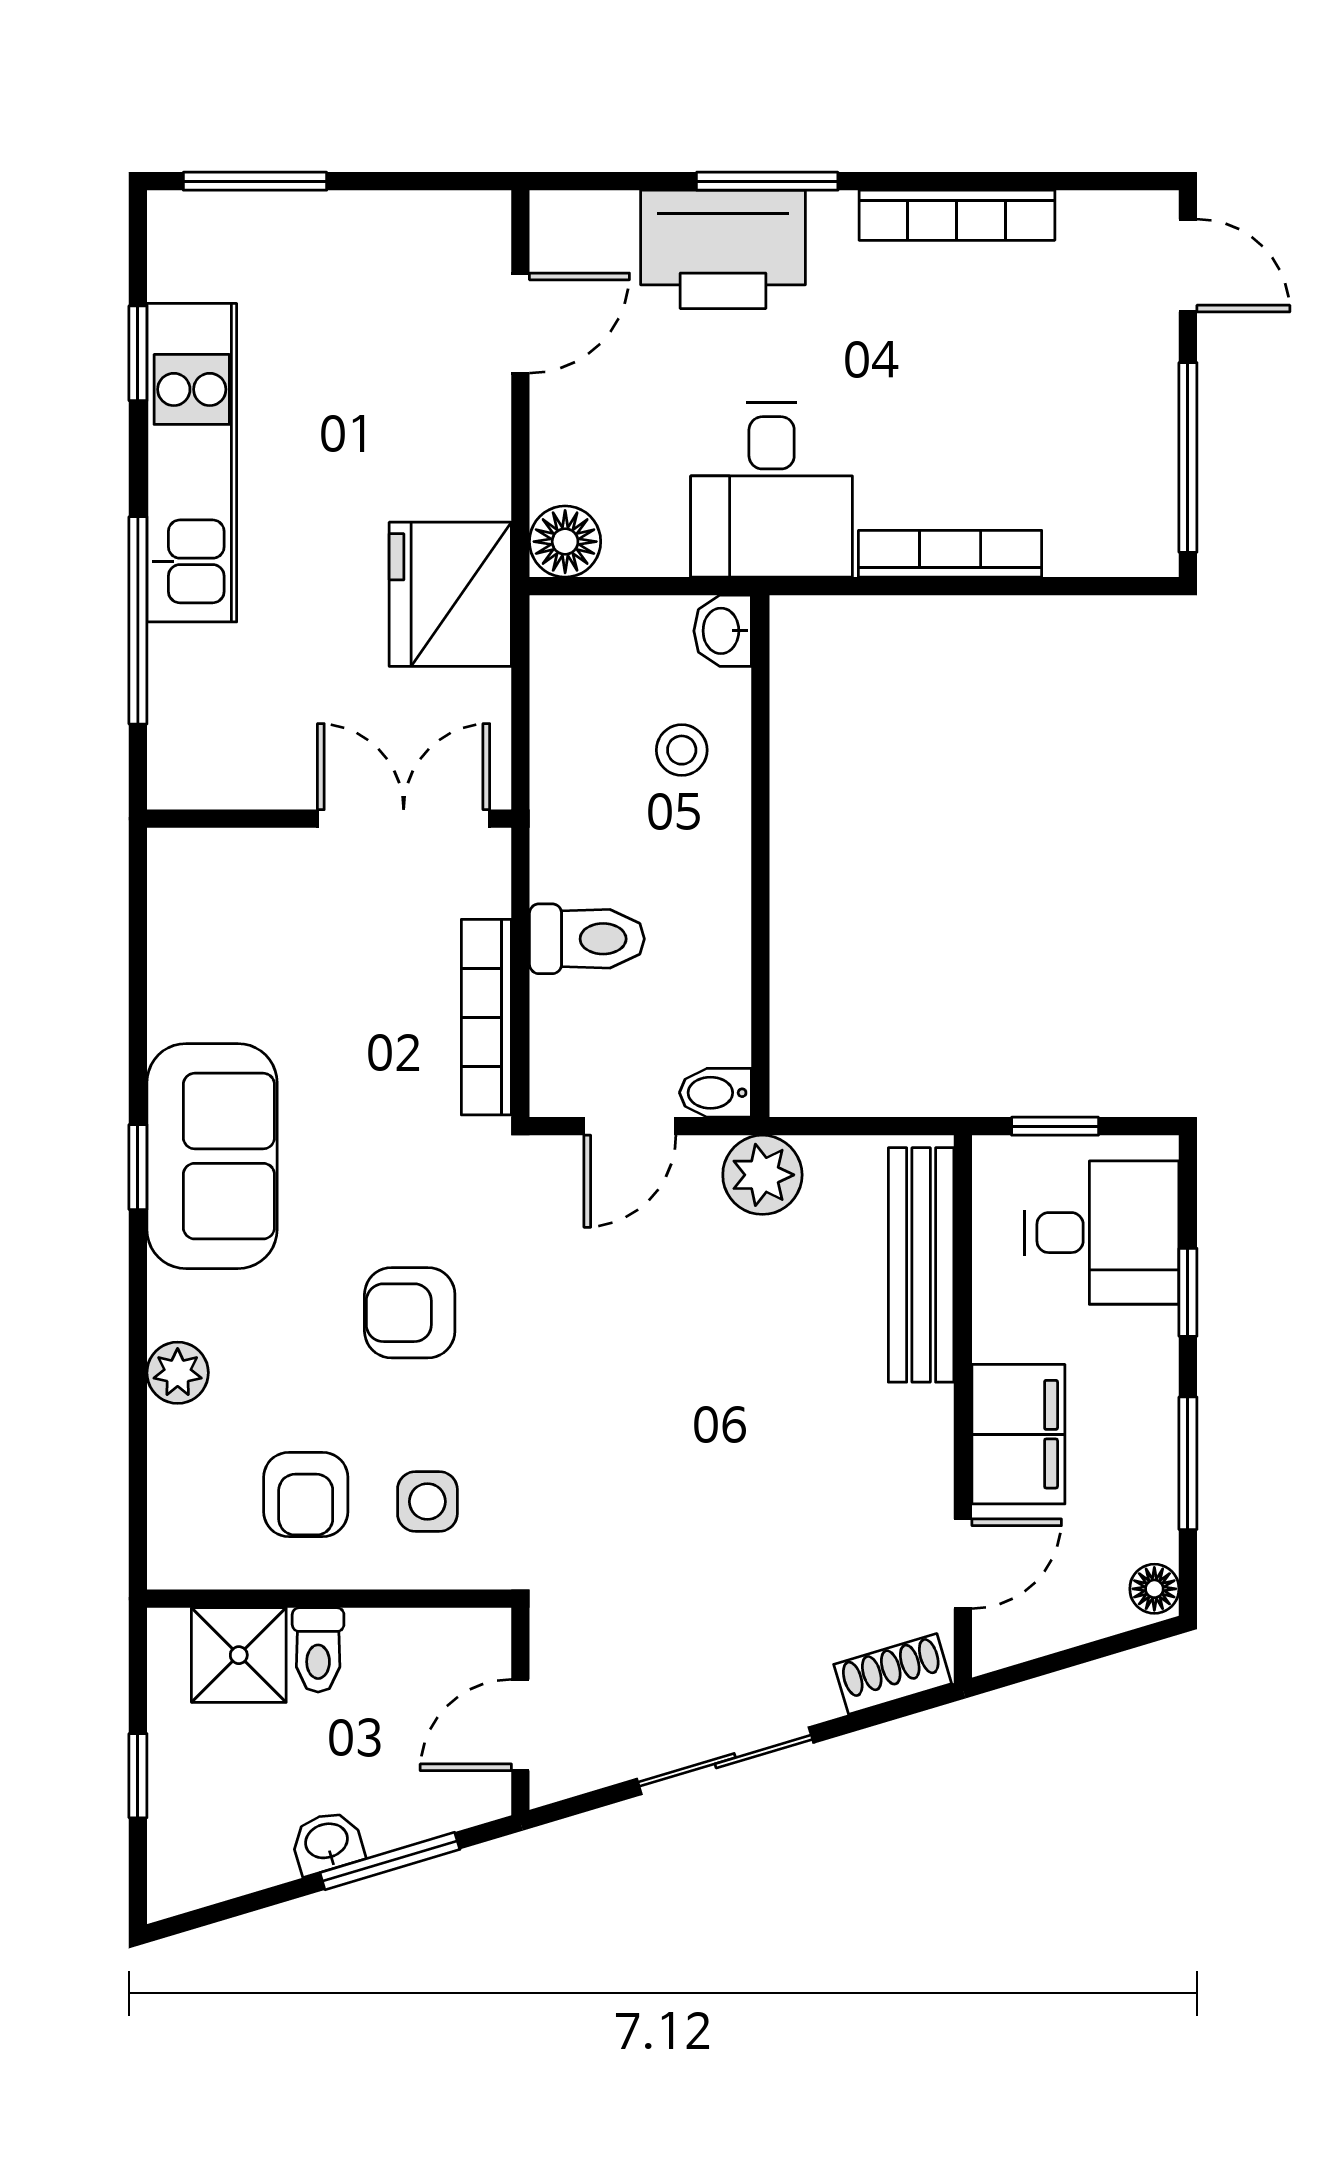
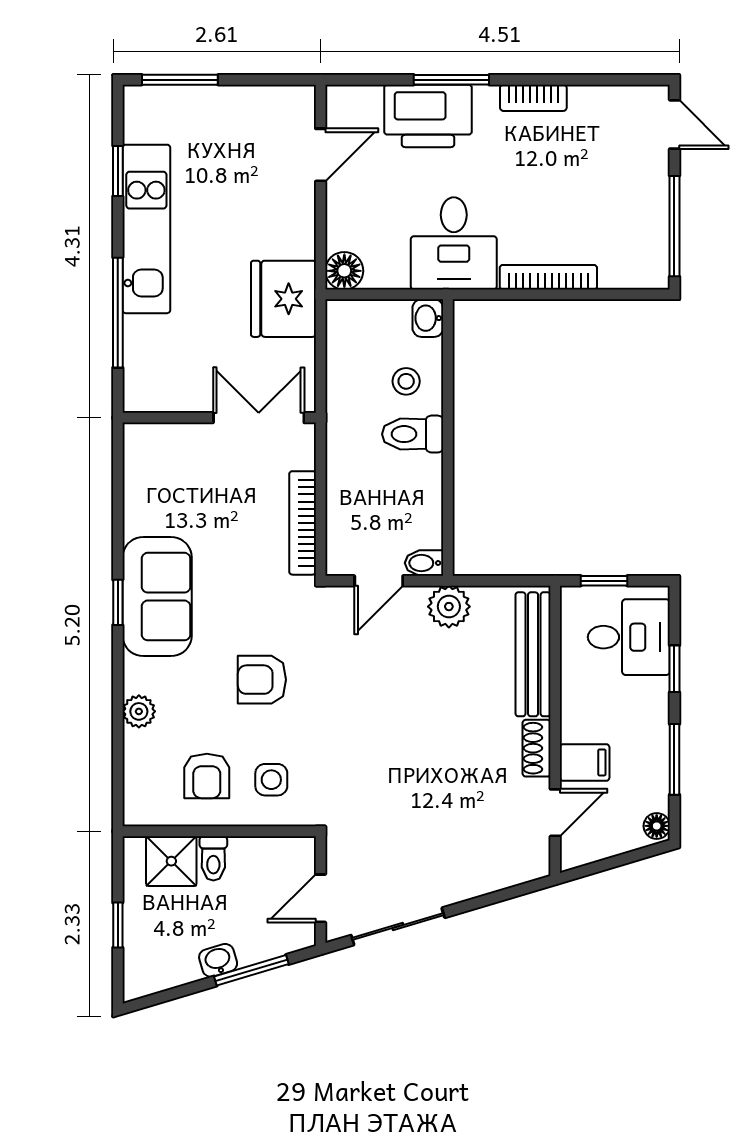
bookcase: (957, 215) -> (533, 98), width x0.64
toilet: (587, 939) -> (413, 434), moved, turned 180
filing cabinet: (1018, 1434) -> (585, 762), width x0.50
shoe rack: (893, 1674) -> (537, 748), moved, turned -73
sliding door: (725, 1761) -> (398, 926), moved

